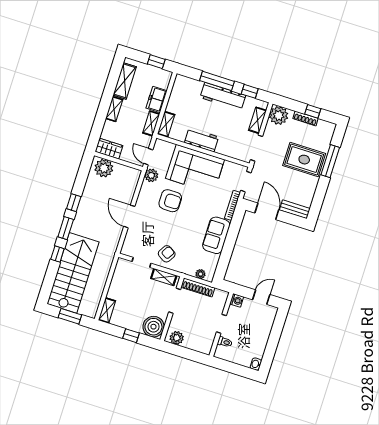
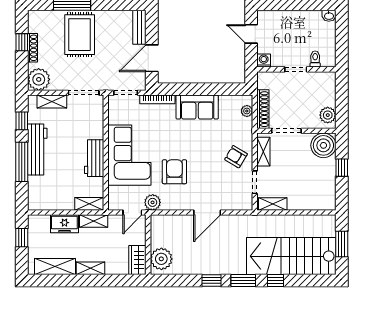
shelving: (107, 310) -> (273, 204), moved

